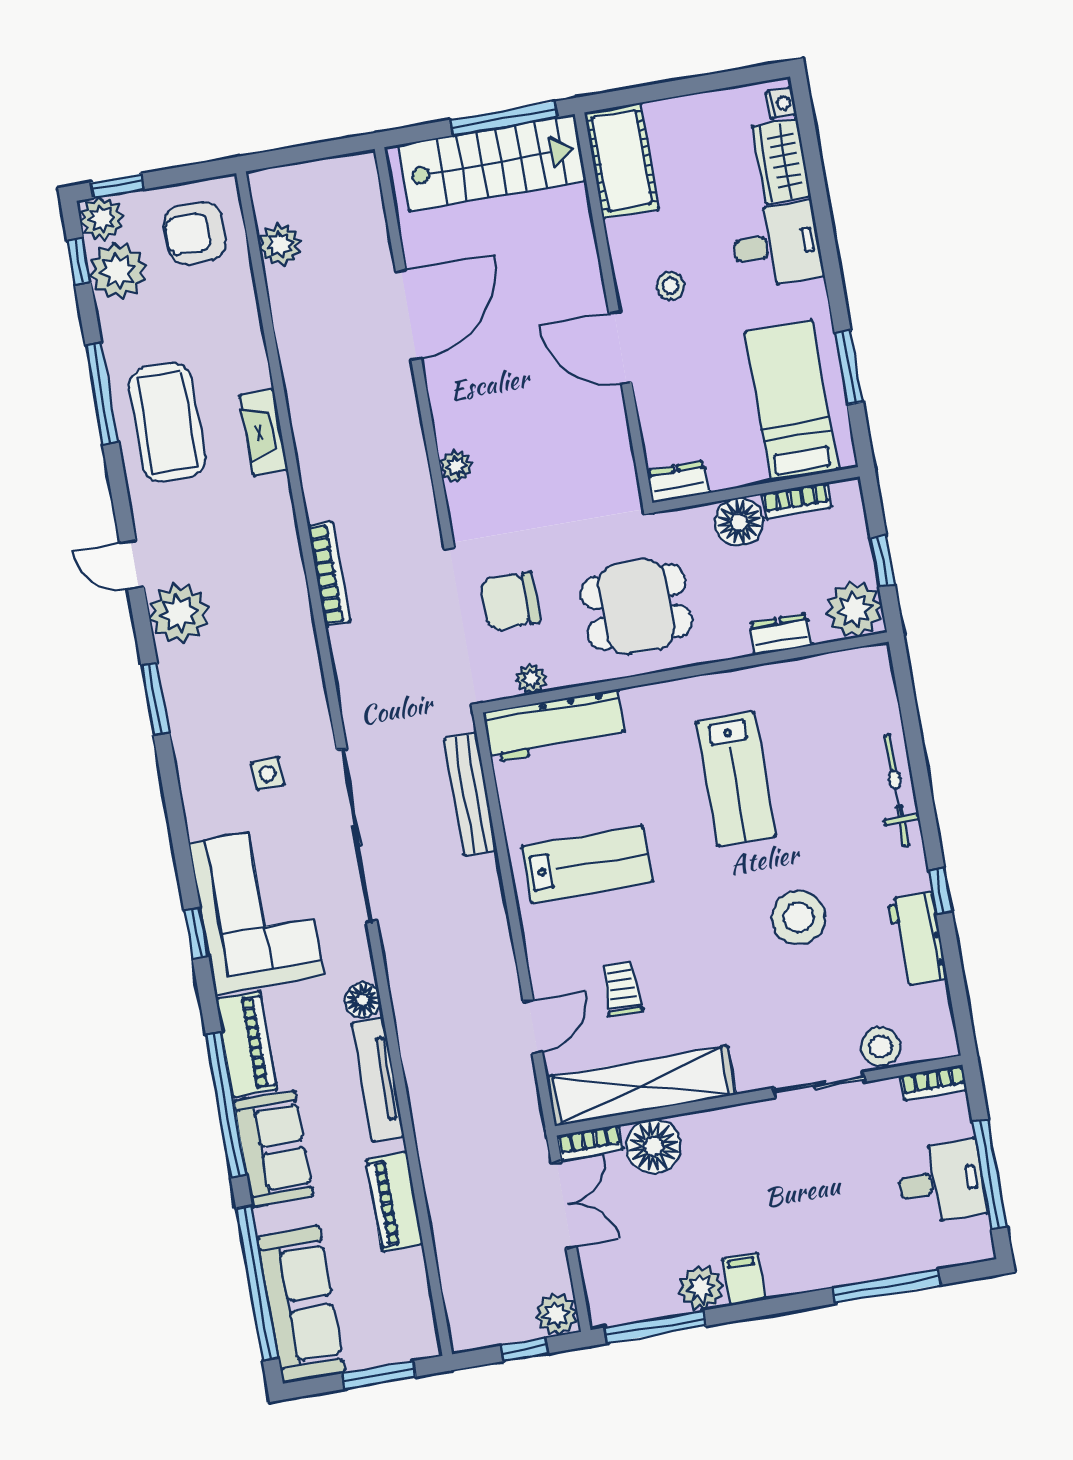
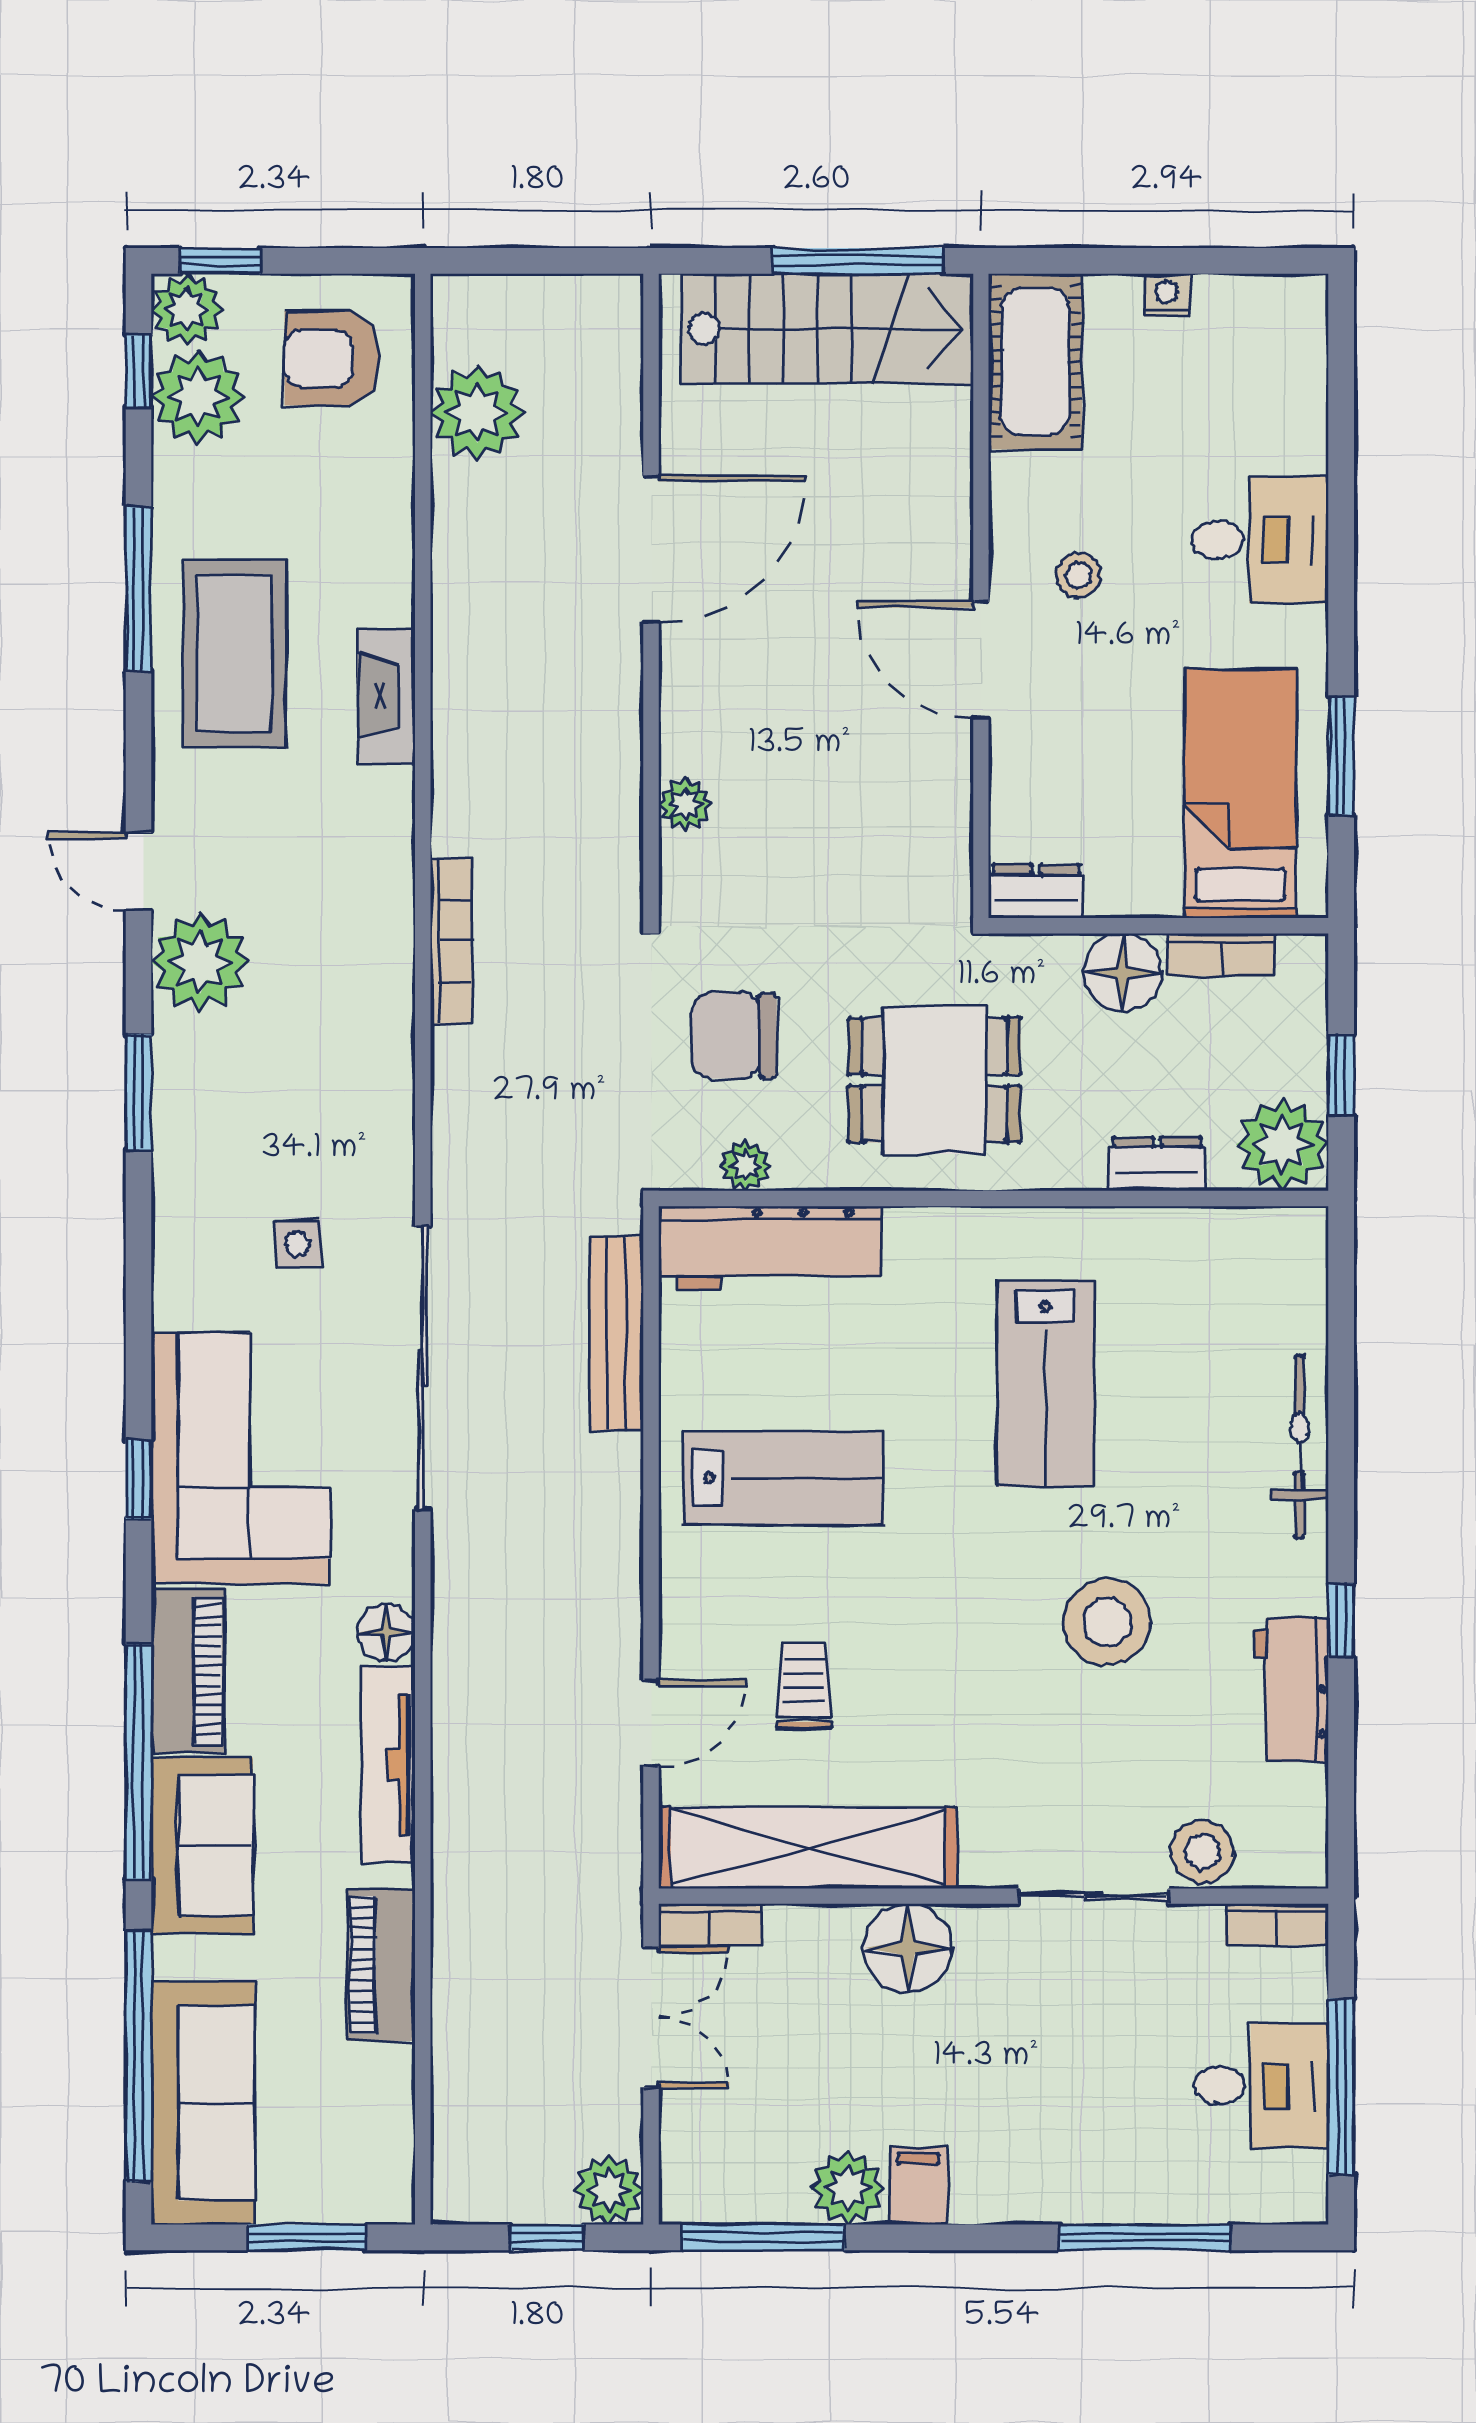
nightstand: (781, 103) -> (1167, 295), moved, turned -90
wardrobe: (781, 161) -> (1291, 407), removed
plant: (280, 245) -> (477, 413), width x1.36, depth x1.36
floor lamp: (654, 1146) -> (908, 1948), moved

